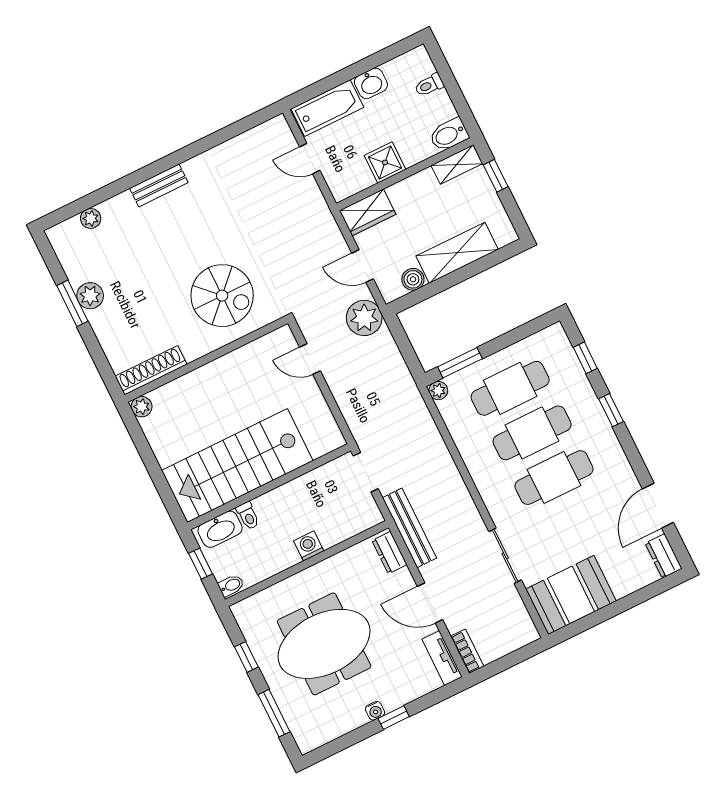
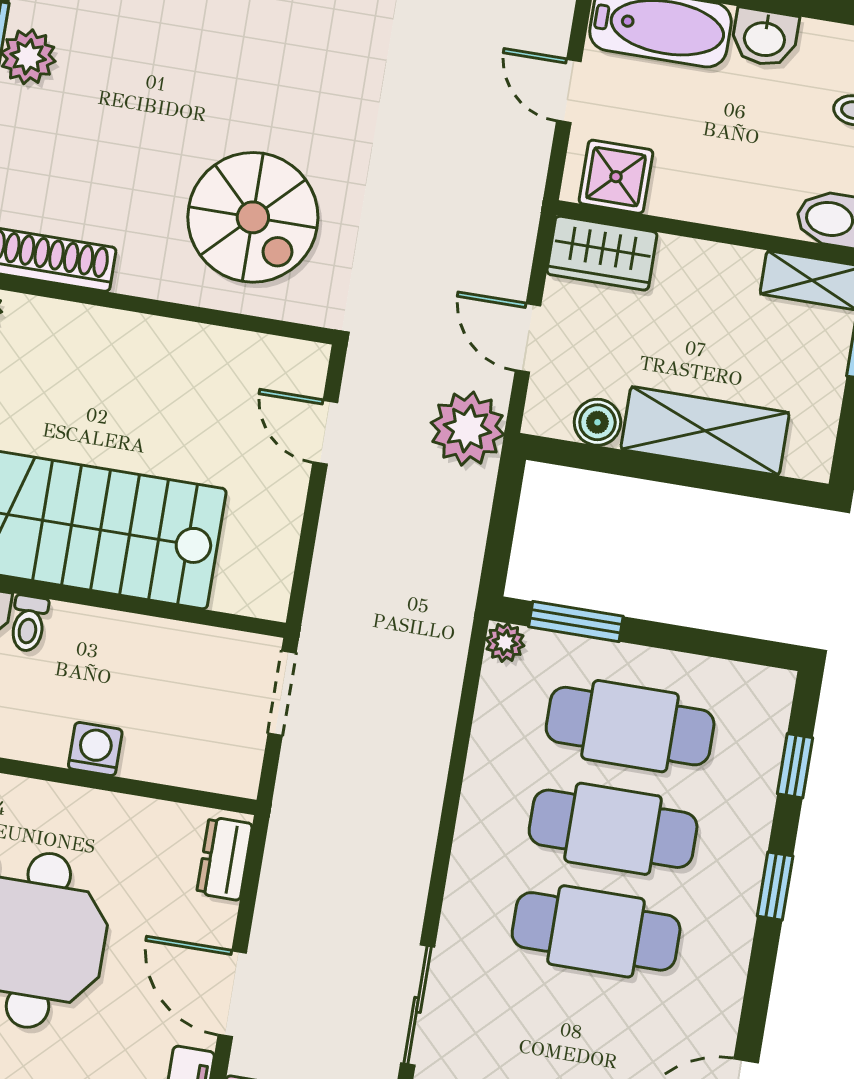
shower: (385, 162) -> (616, 177), moved
bench: (409, 528) -> (289, 841), removed

